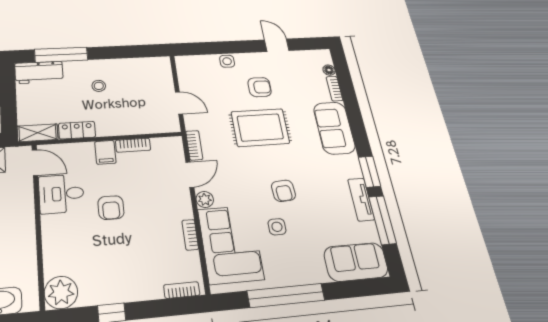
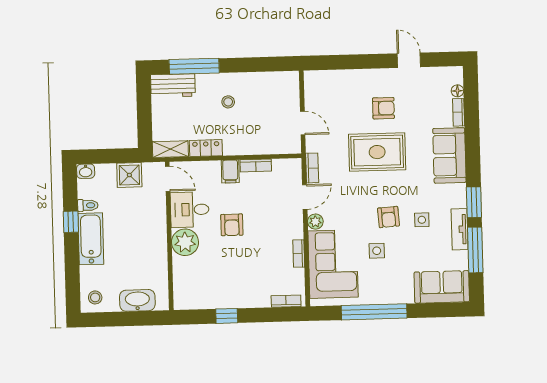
side table: (227, 61) -> (422, 220), moved
plant: (61, 292) -> (185, 242), moved

